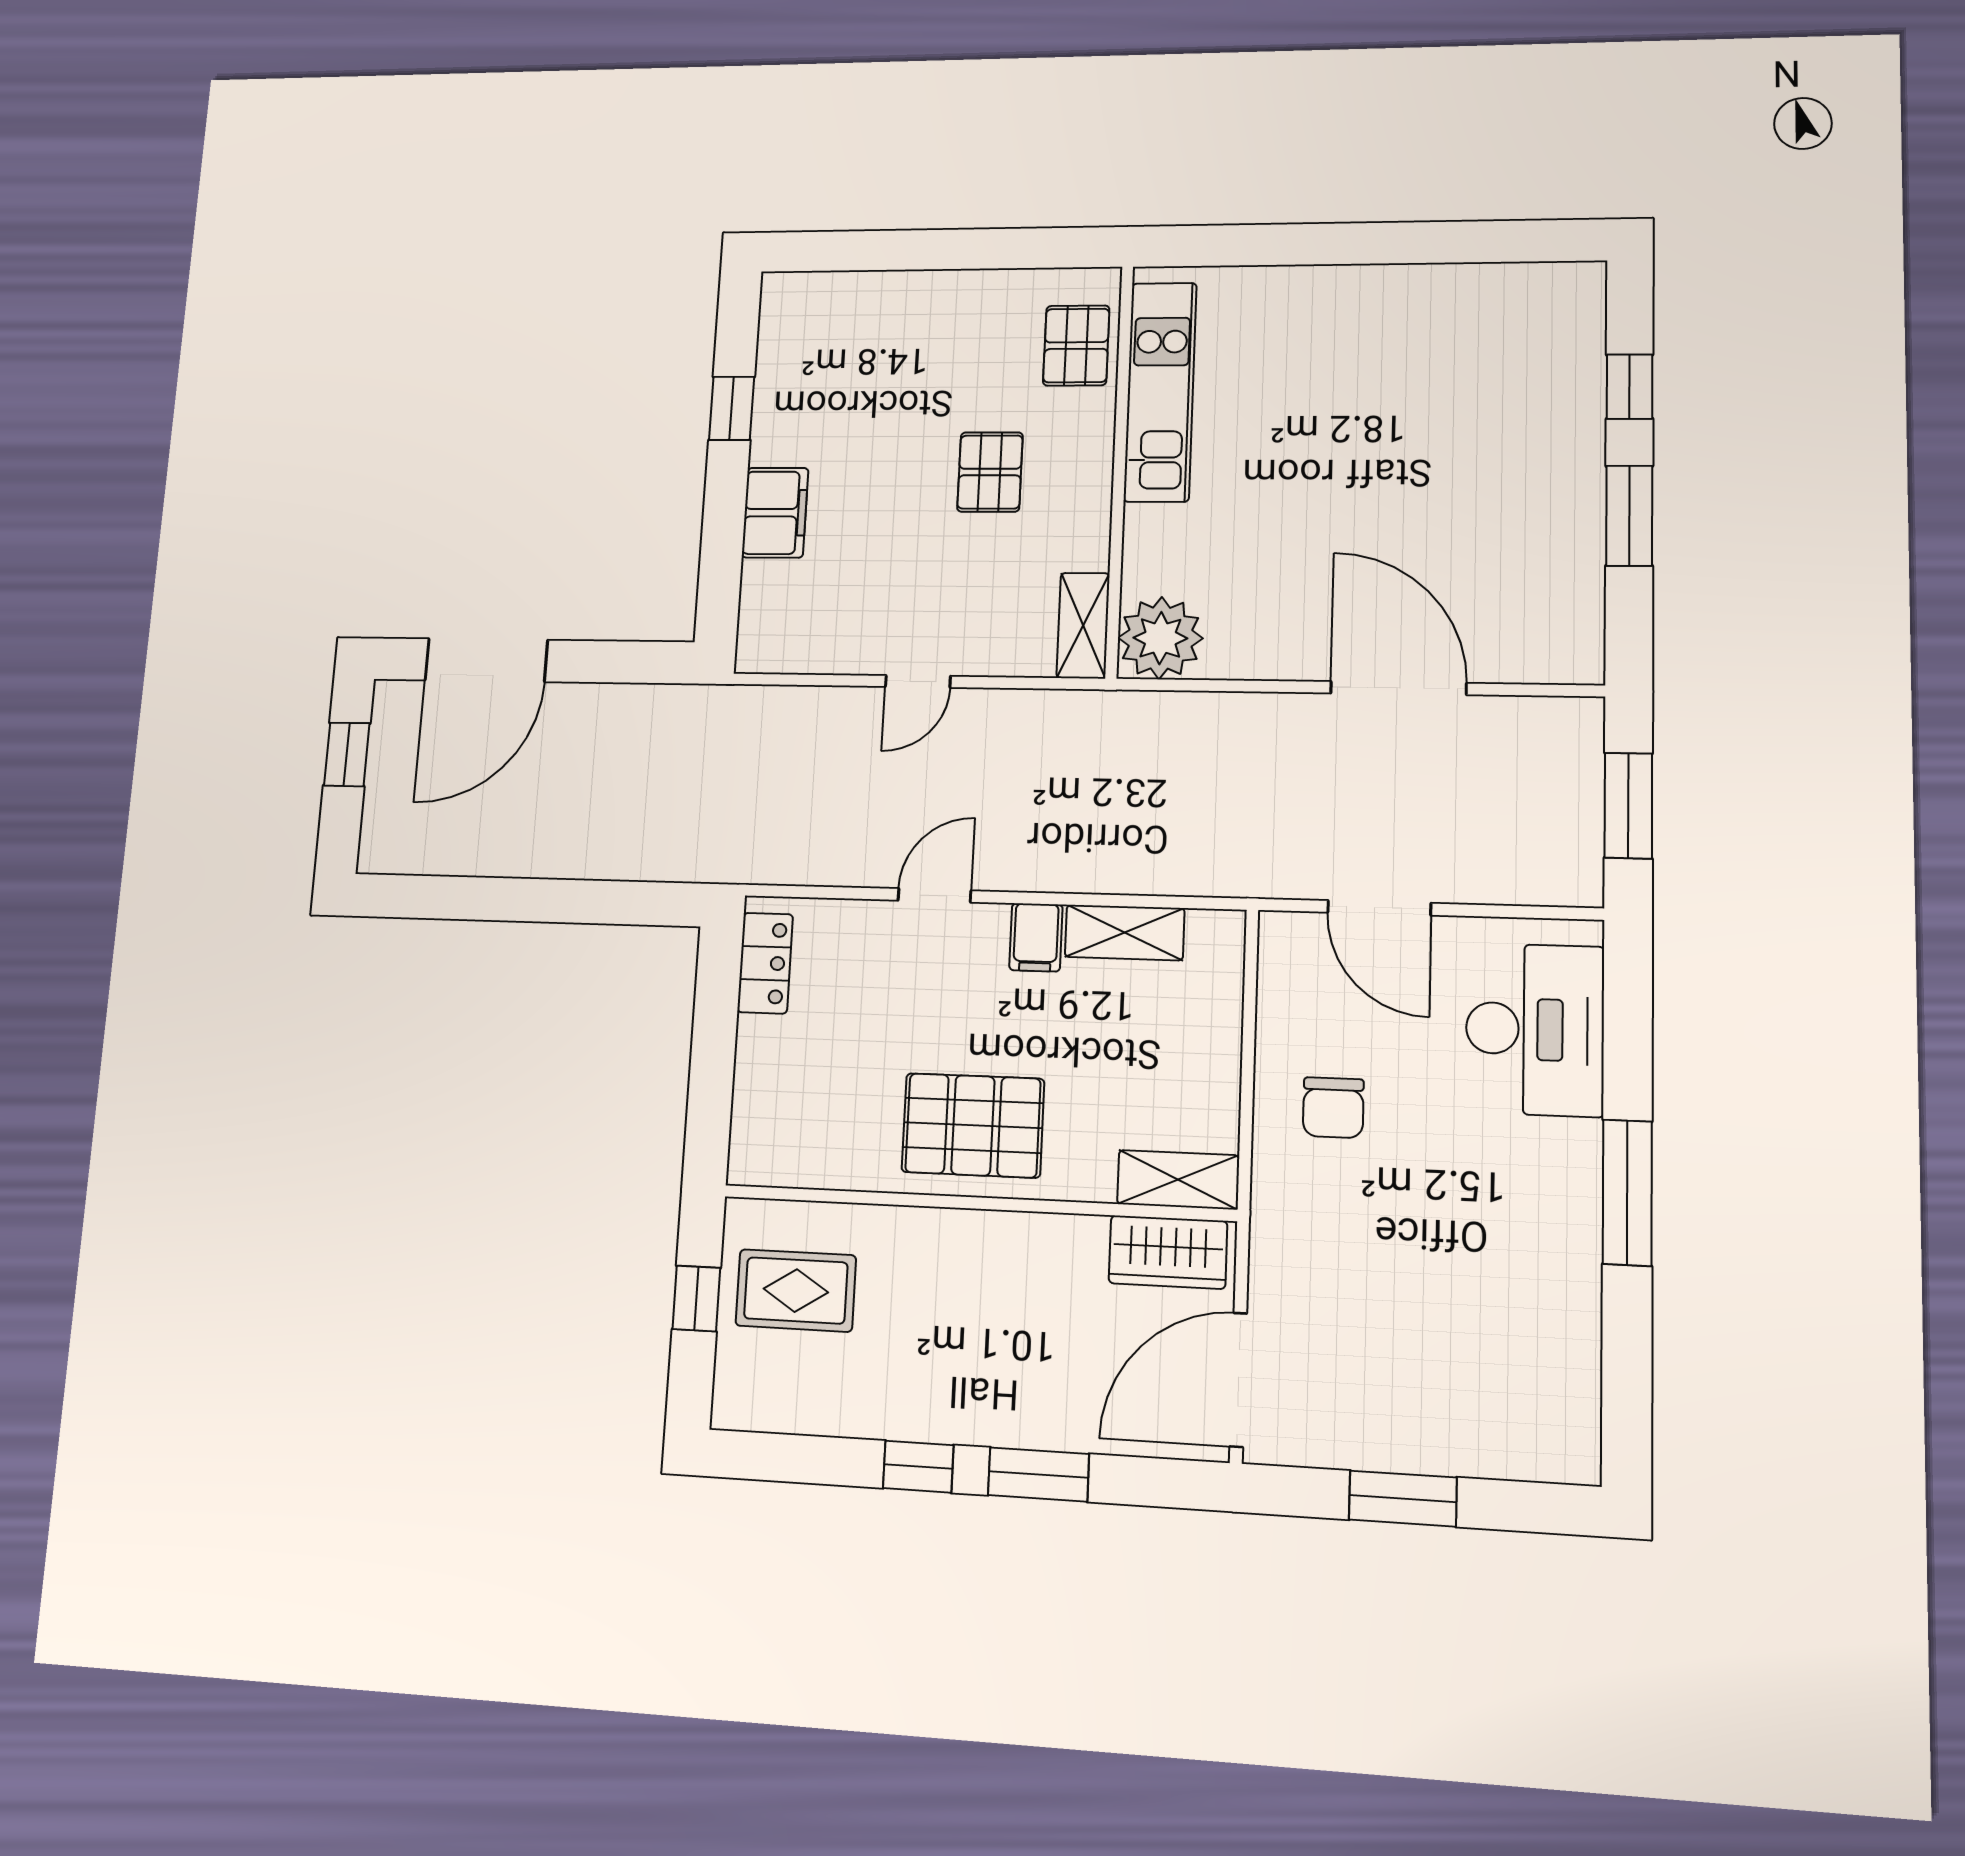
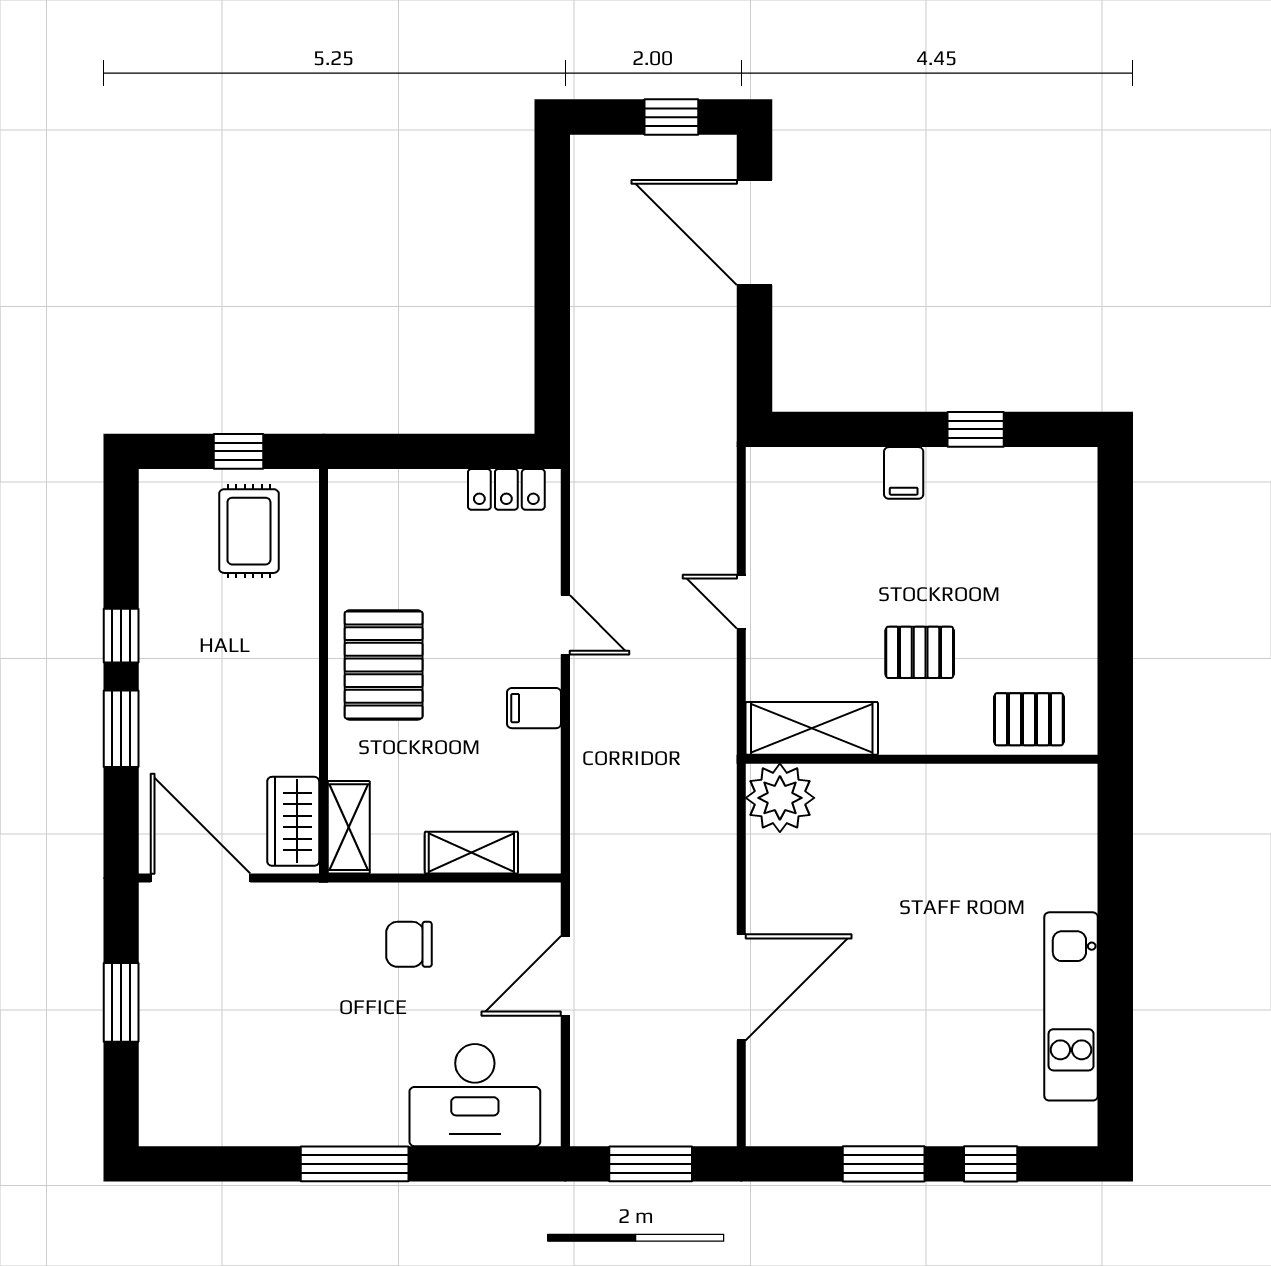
kitchen unit: (1160, 392) -> (1071, 1006), moved, turned 90
filing cabinet: (775, 513) -> (904, 473), width x0.50
shelving: (1083, 625) -> (812, 728), width x1.50, depth x1.33
shelving: (1125, 933) -> (471, 853), moved, turned 90

